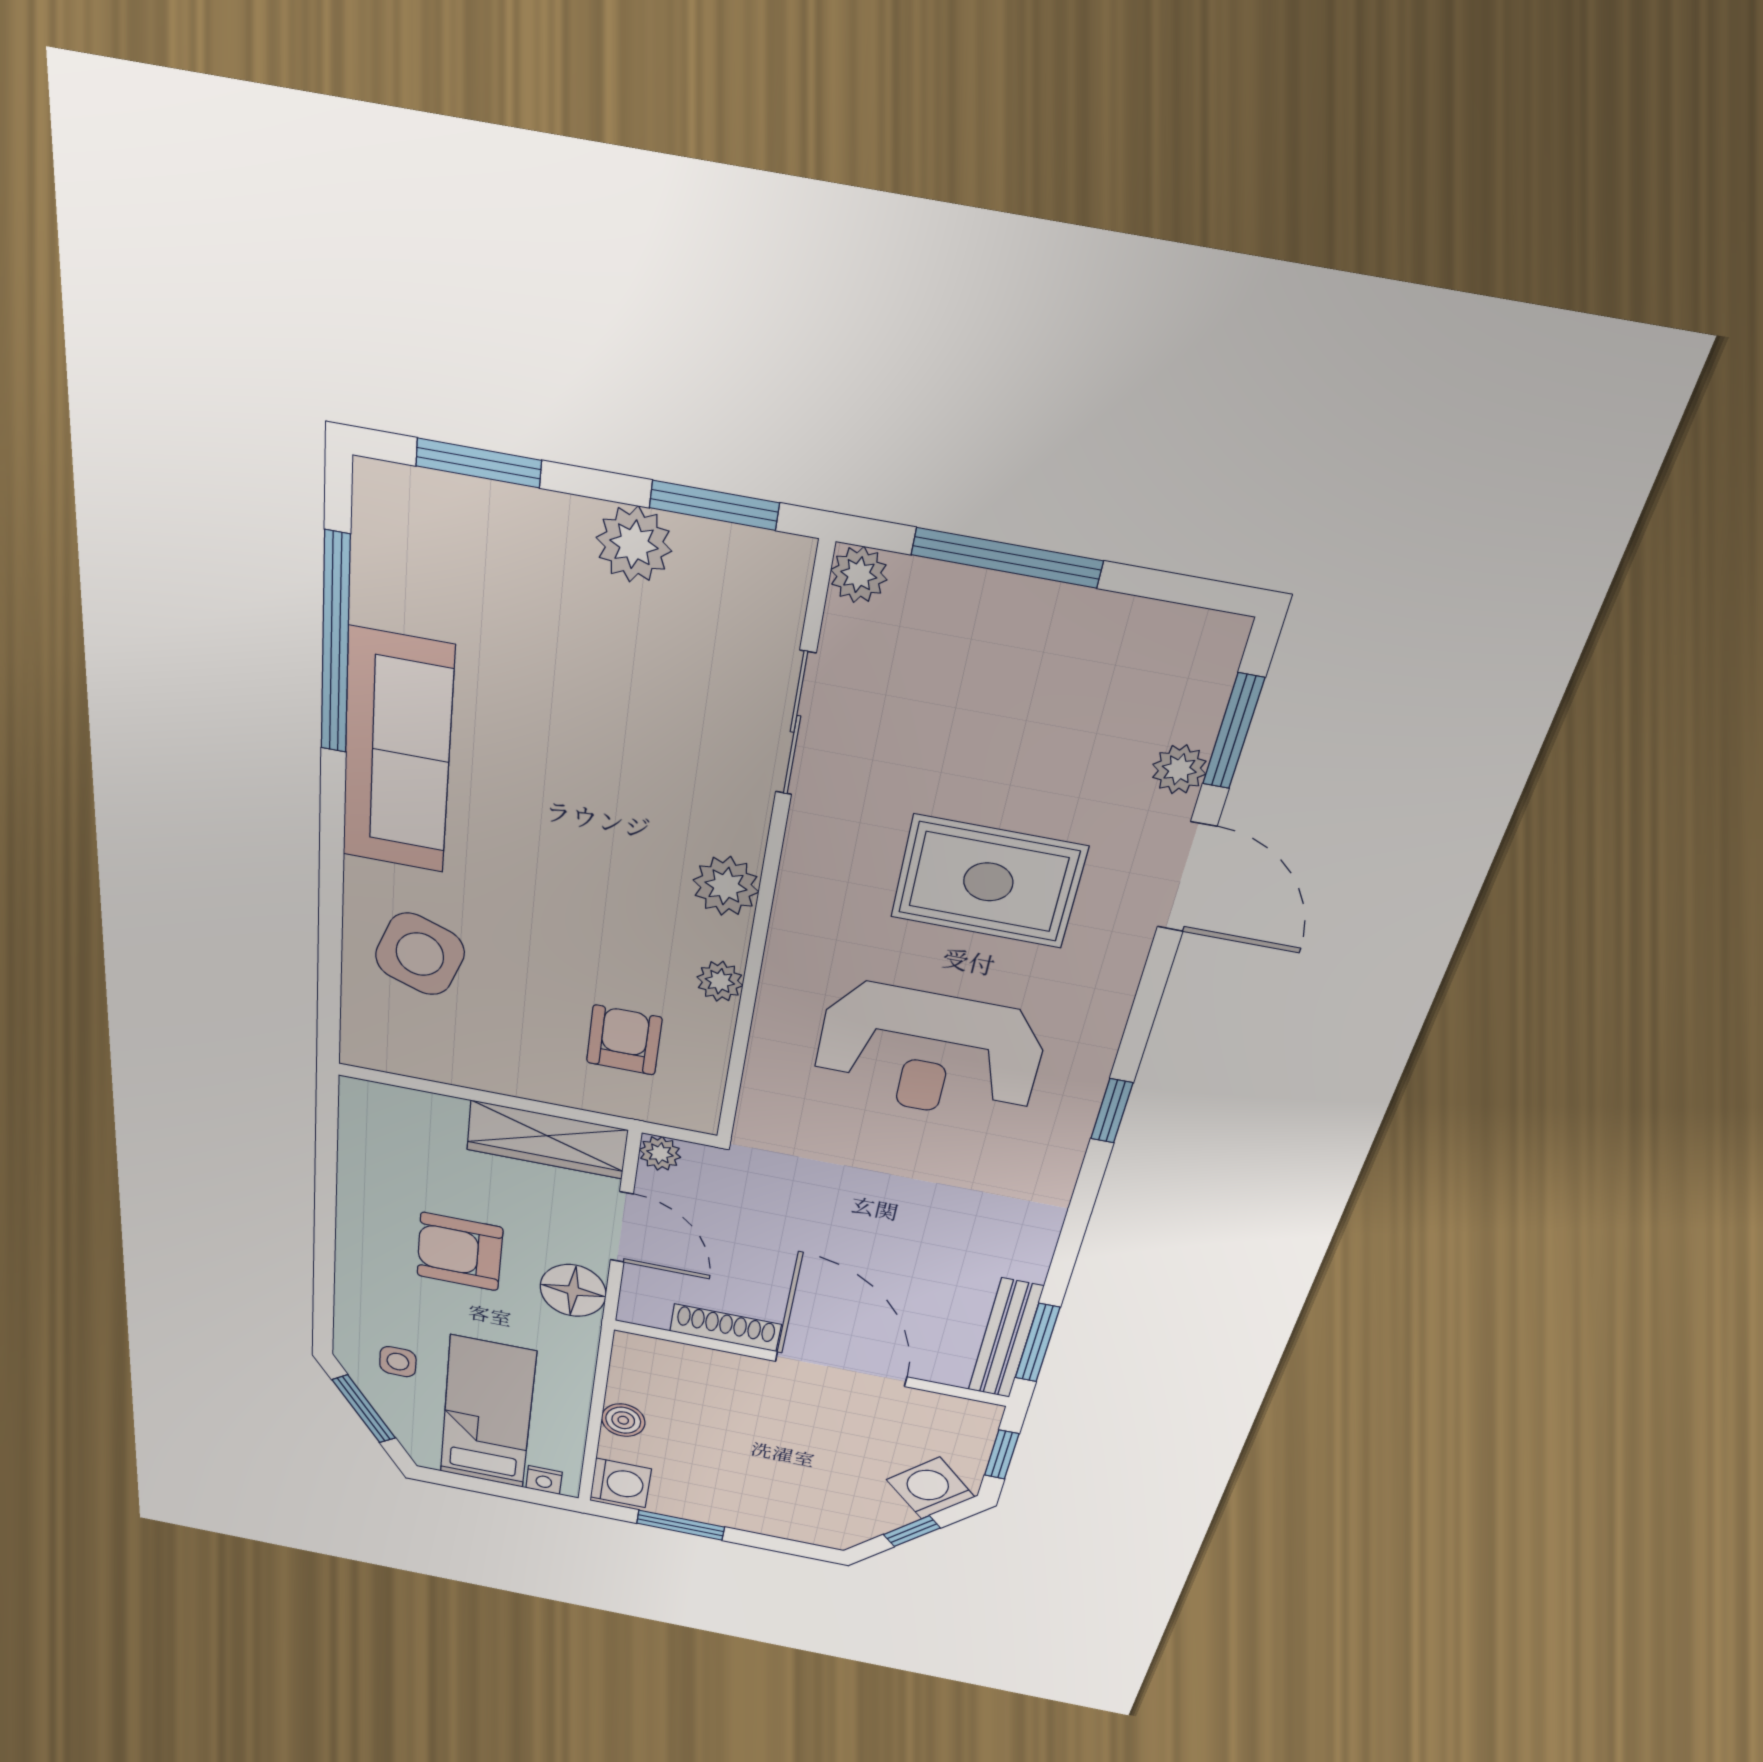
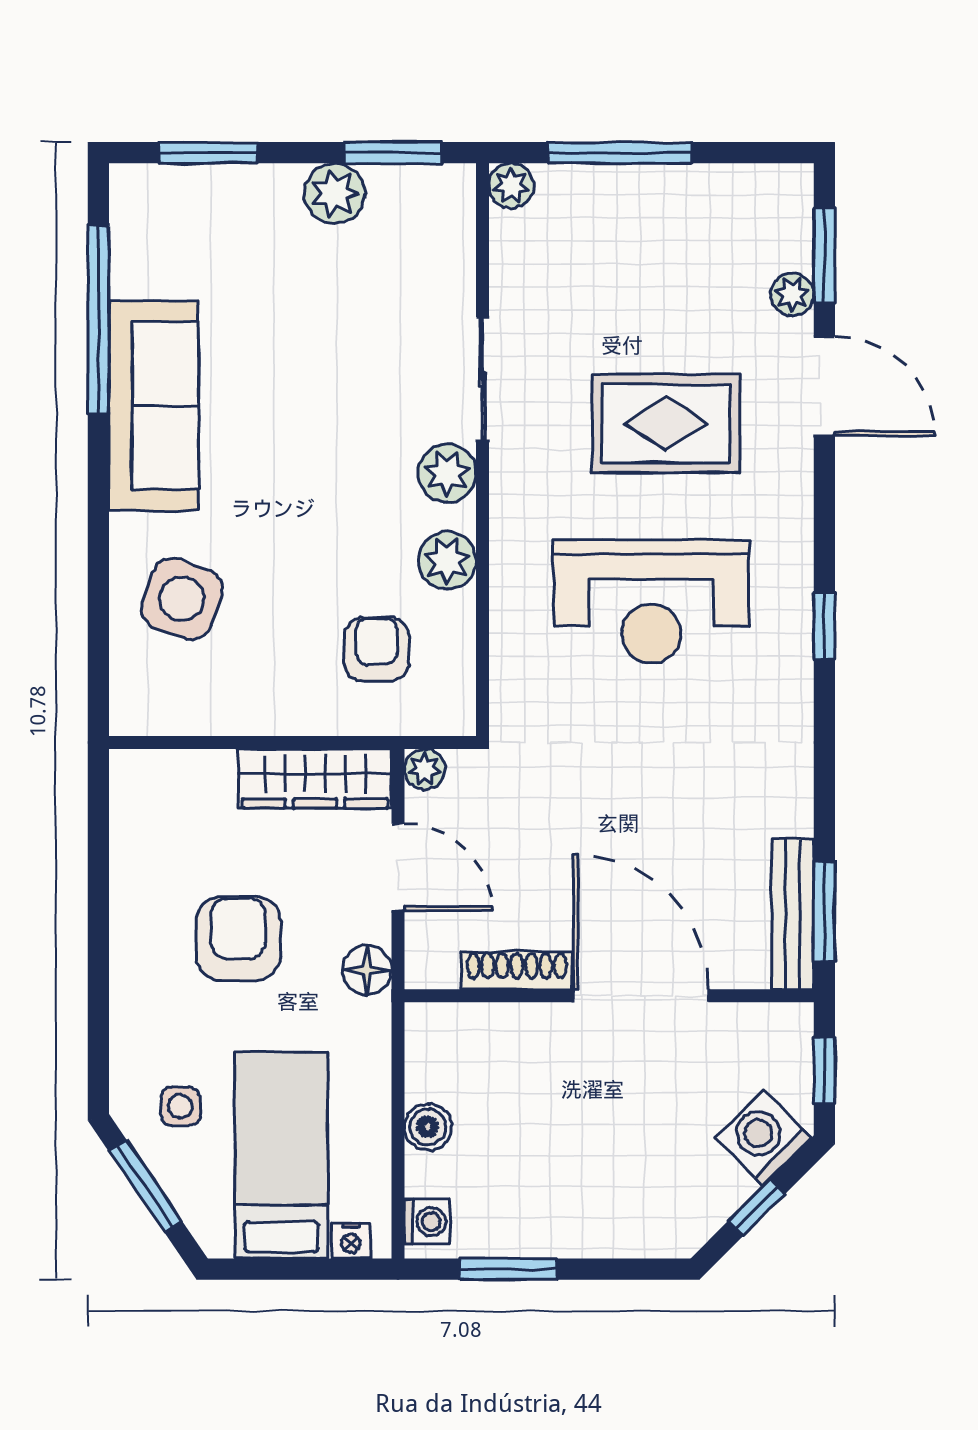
sliding door: (795, 724) -> (482, 379), moved
plant: (720, 981) -> (447, 561), width x1.38, depth x1.38
armchair: (460, 1252) -> (238, 938), turned 90
floor lamp: (573, 1291) -> (367, 970), width x0.73, depth x0.73
washing machine: (621, 1483) -> (427, 1222), width x0.73, depth x0.73

